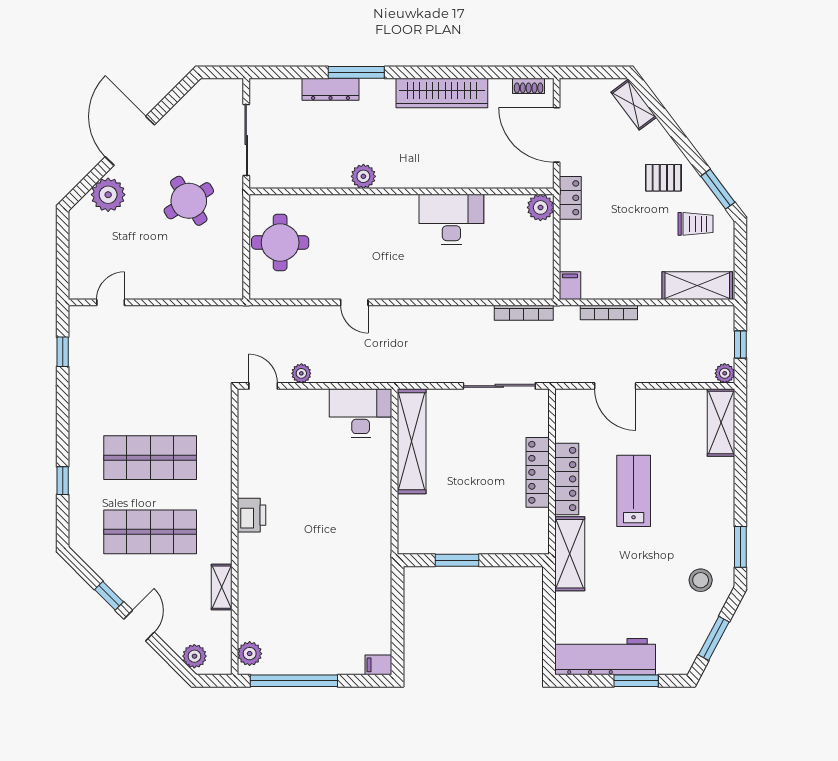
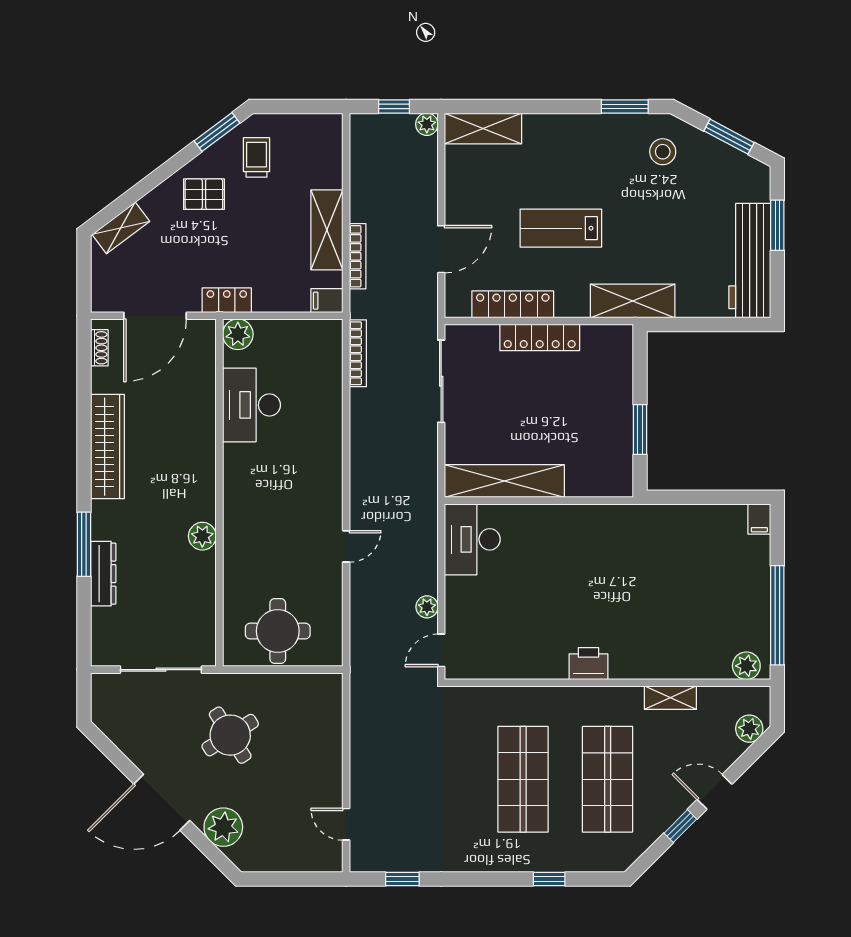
pallet: (663, 178) -> (204, 194), turned 90
desk: (451, 219) -> (251, 405), moved
shelving: (697, 286) -> (327, 230), moved
locker: (567, 479) -> (513, 304), moved

